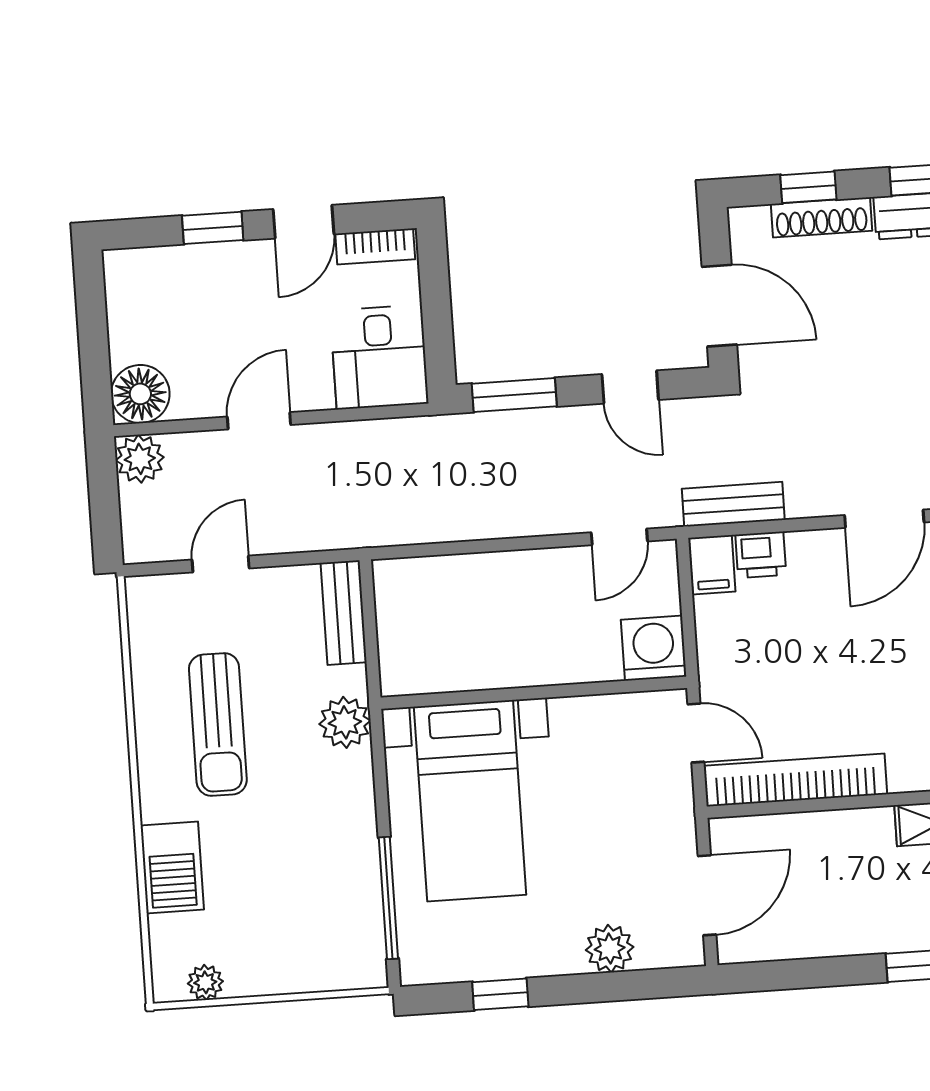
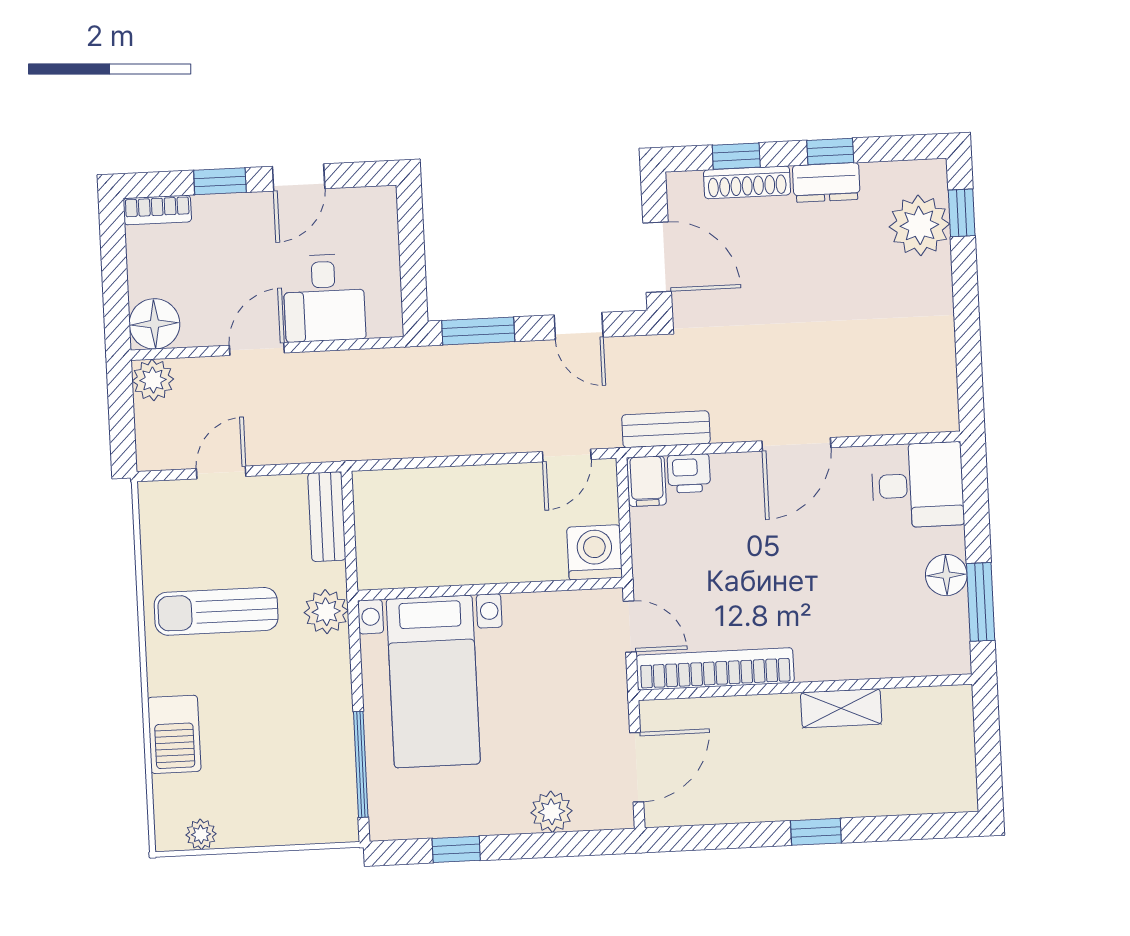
bookcase: (375, 247) -> (157, 210), moved
desk: (379, 357) -> (324, 298), moved
sun lounger: (218, 725) -> (216, 611), turned 90

